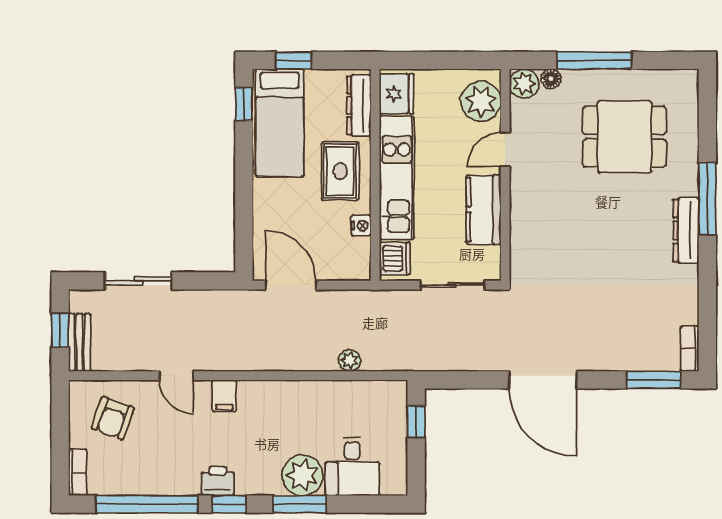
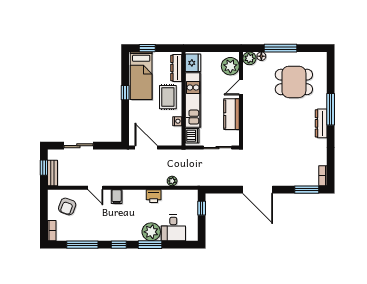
window: (244, 104) -> (125, 93), moved
printer: (218, 481) -> (154, 196), moved, turned 180
window: (147, 504) -> (82, 245), width x0.68

